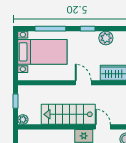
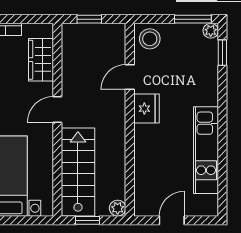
stairs: (68, 114) -> (78, 172), moved, turned 180

